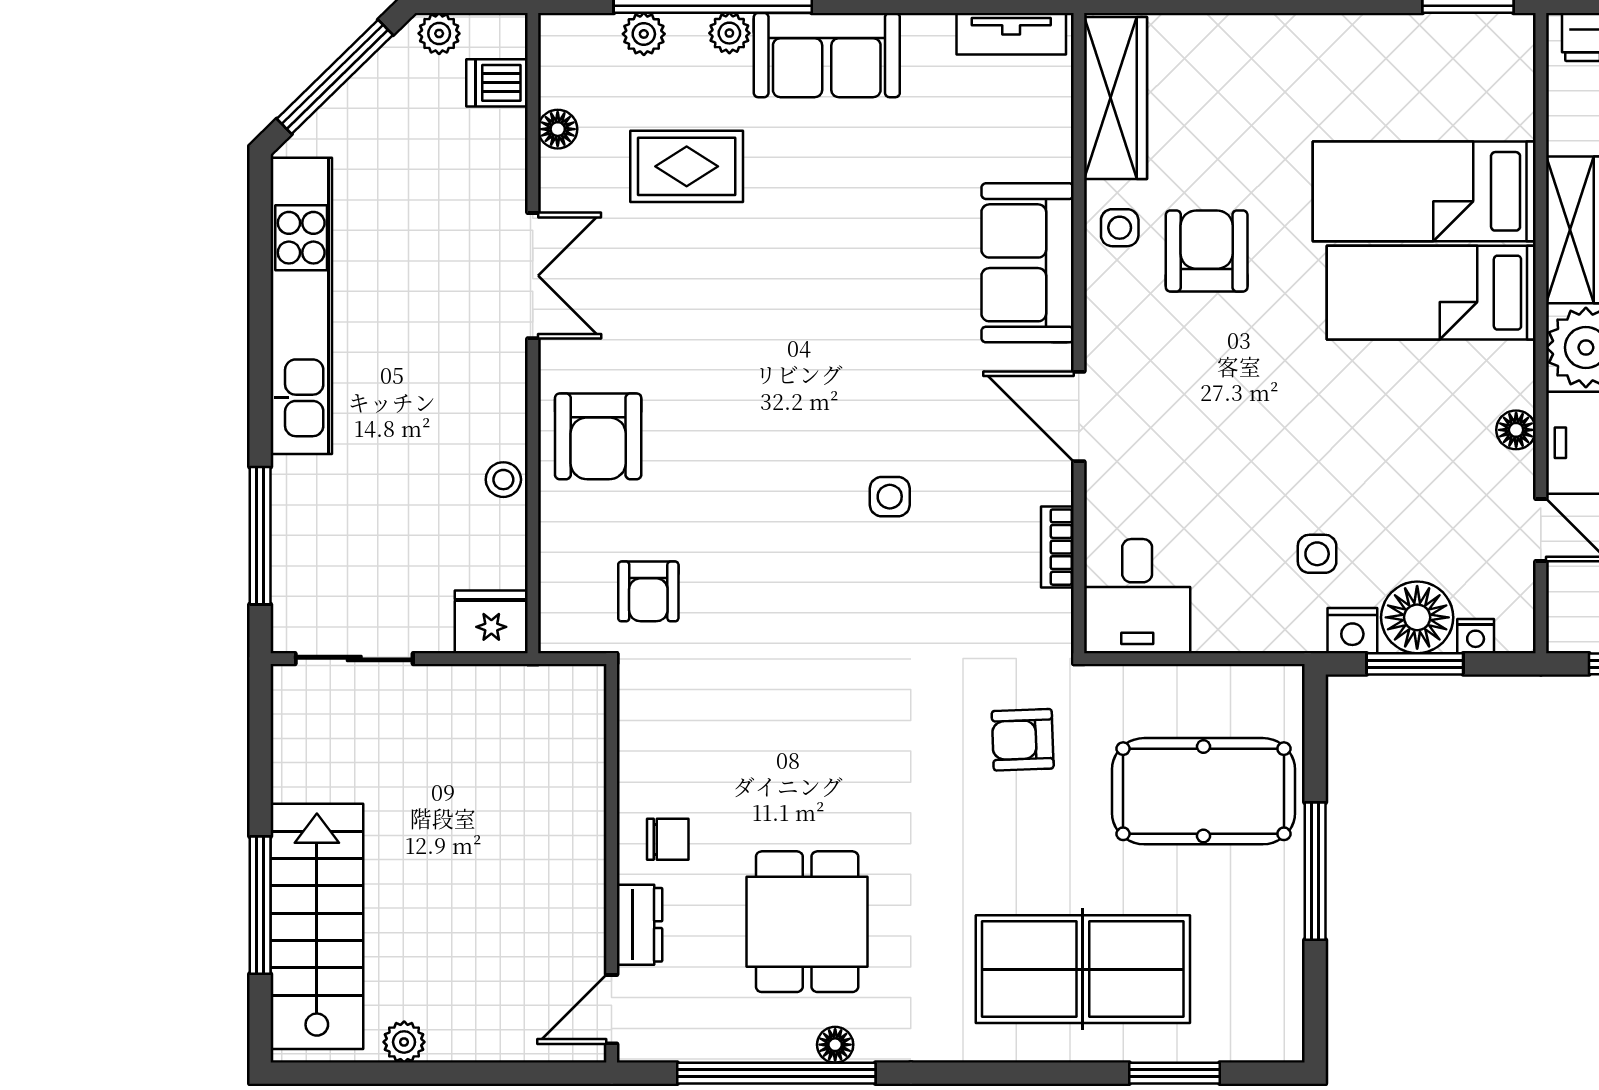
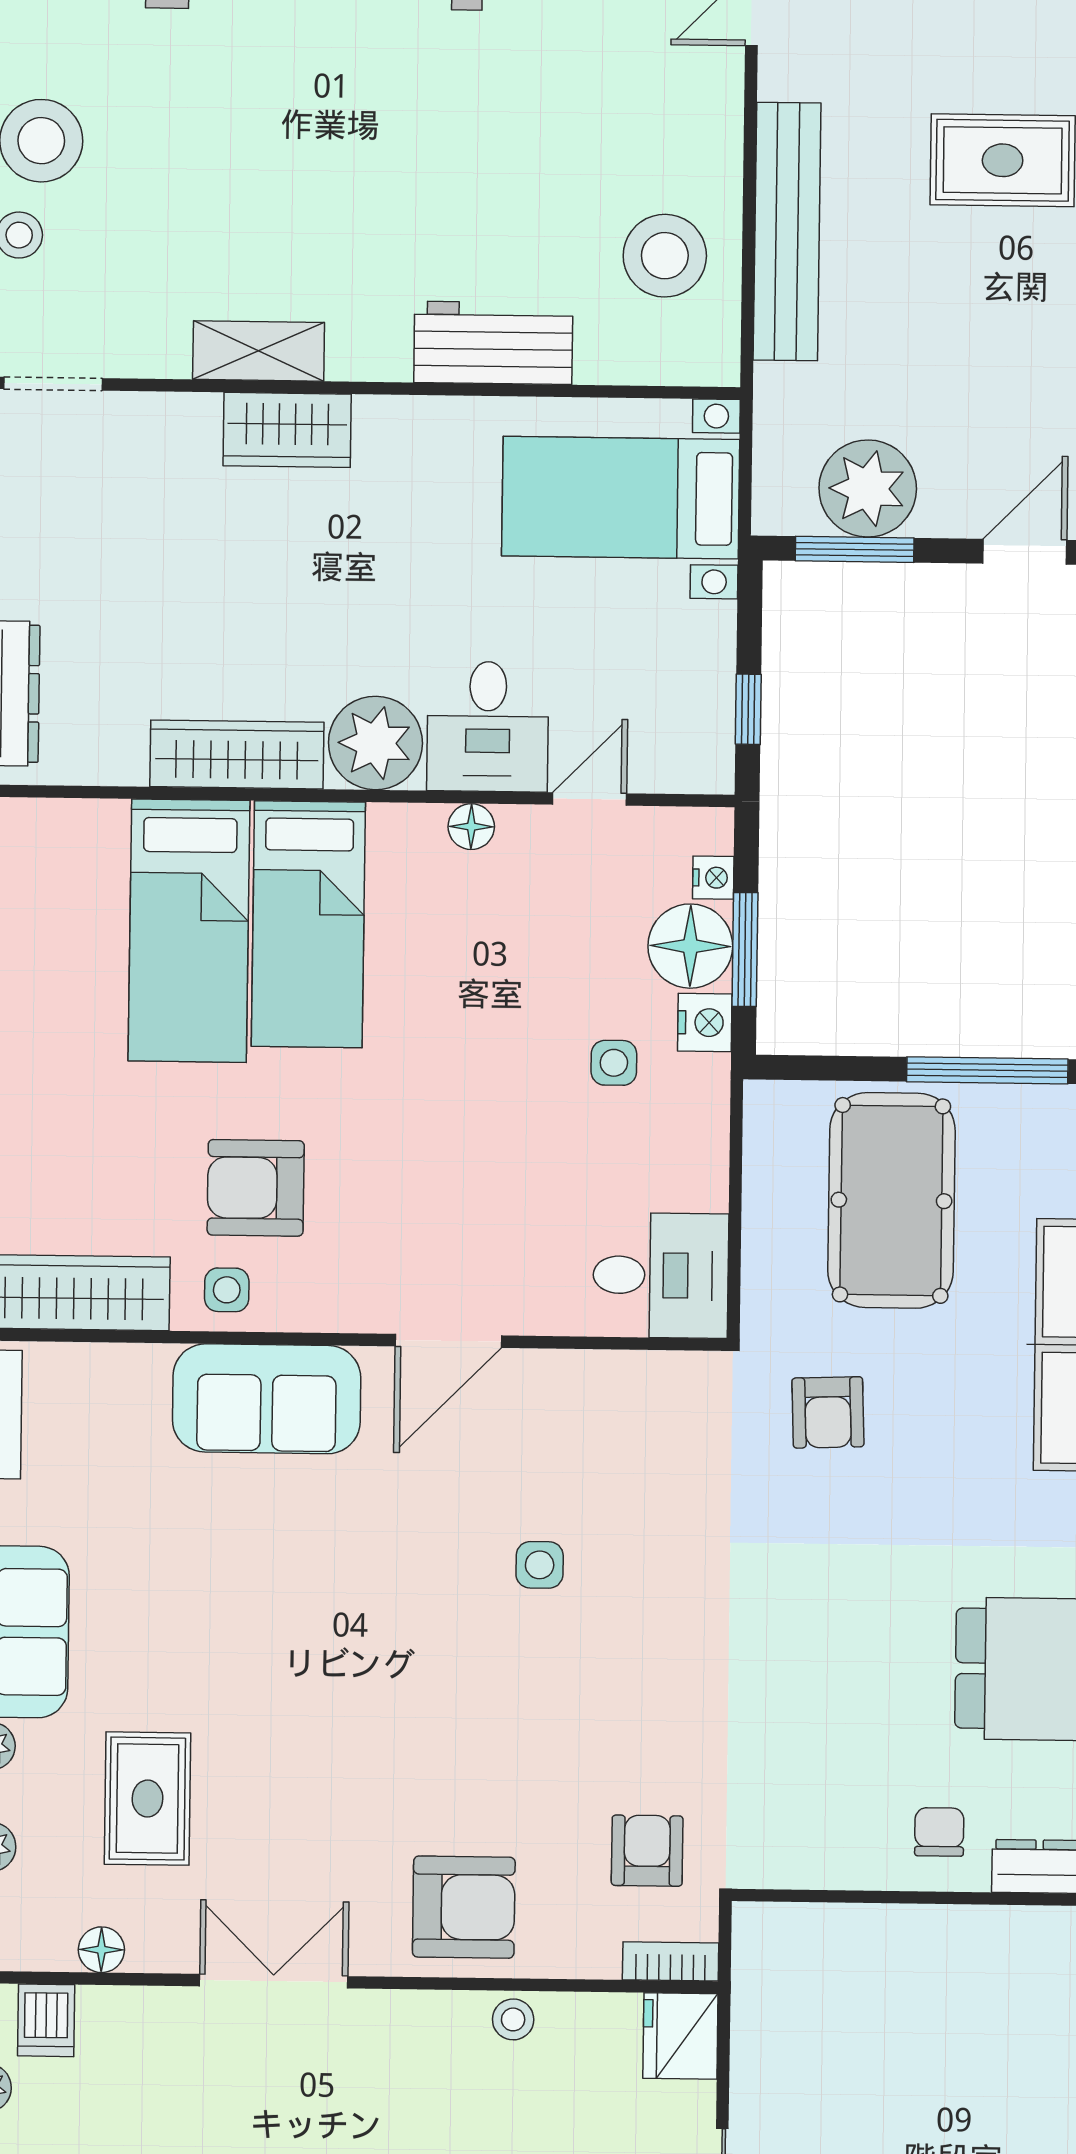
bookcase: (1057, 547) -> (671, 1961), moved, turned 180
armchair: (648, 591) -> (647, 1851), turned -90

